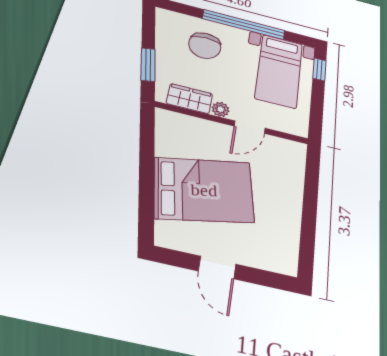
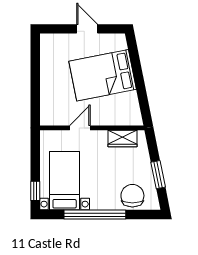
chair: (205, 46) -> (132, 196), moved
window: (148, 64) -> (158, 175), moved
plant: (221, 109) -> (101, 136), removed

